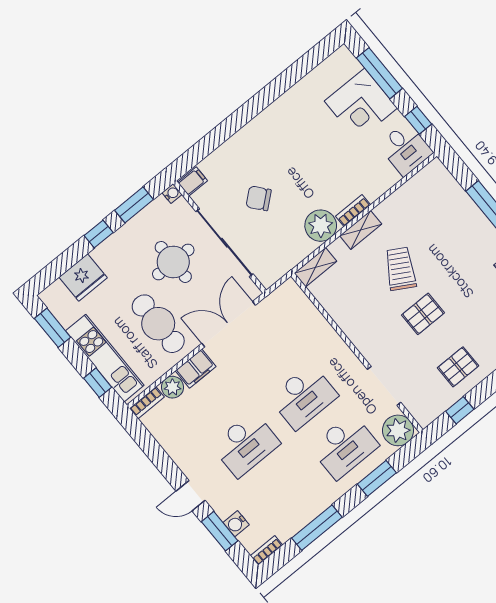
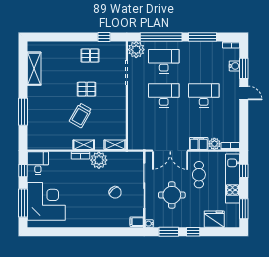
corner desk: (361, 105) -> (46, 201), width x1.36, depth x1.36
cafe table: (158, 324) -> (199, 175), width x0.73, depth x0.74
window: (377, 478) -> (161, 37), width x2.11

